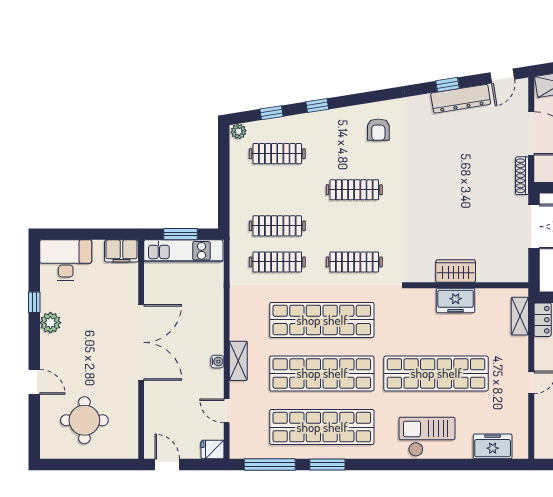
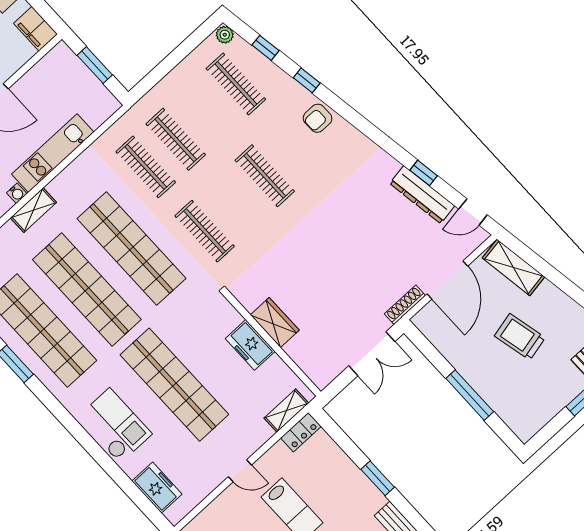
armchair: (378, 130) -> (318, 118), moved
kitchen unit: (183, 251) -> (53, 153), moved, turned 90

